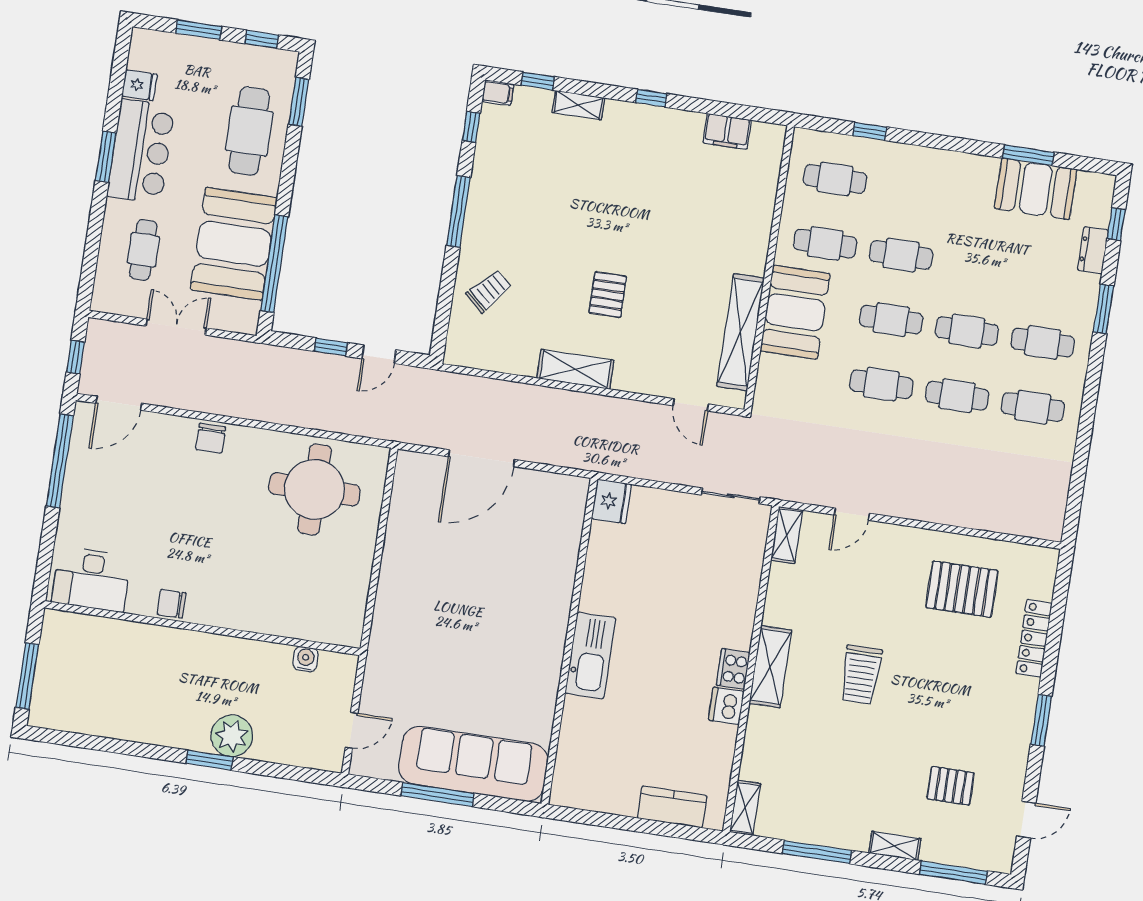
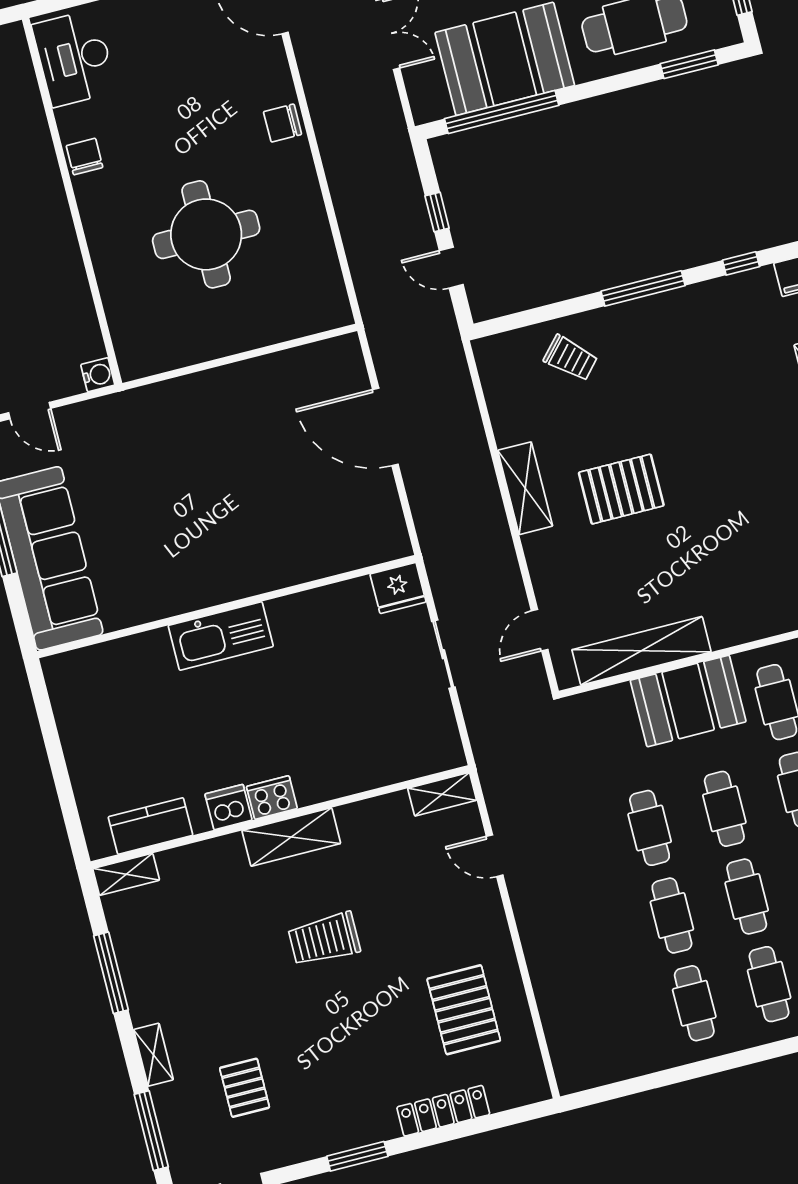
pallet: (608, 295) -> (621, 489), width x1.50, depth x1.42
round table: (314, 489) -> (206, 234), moved
sliding door: (731, 496) -> (443, 654), moved
water cooler: (305, 659) -> (98, 375), moved
kitchen counter: (672, 807) -> (151, 826), moved, turned -90

